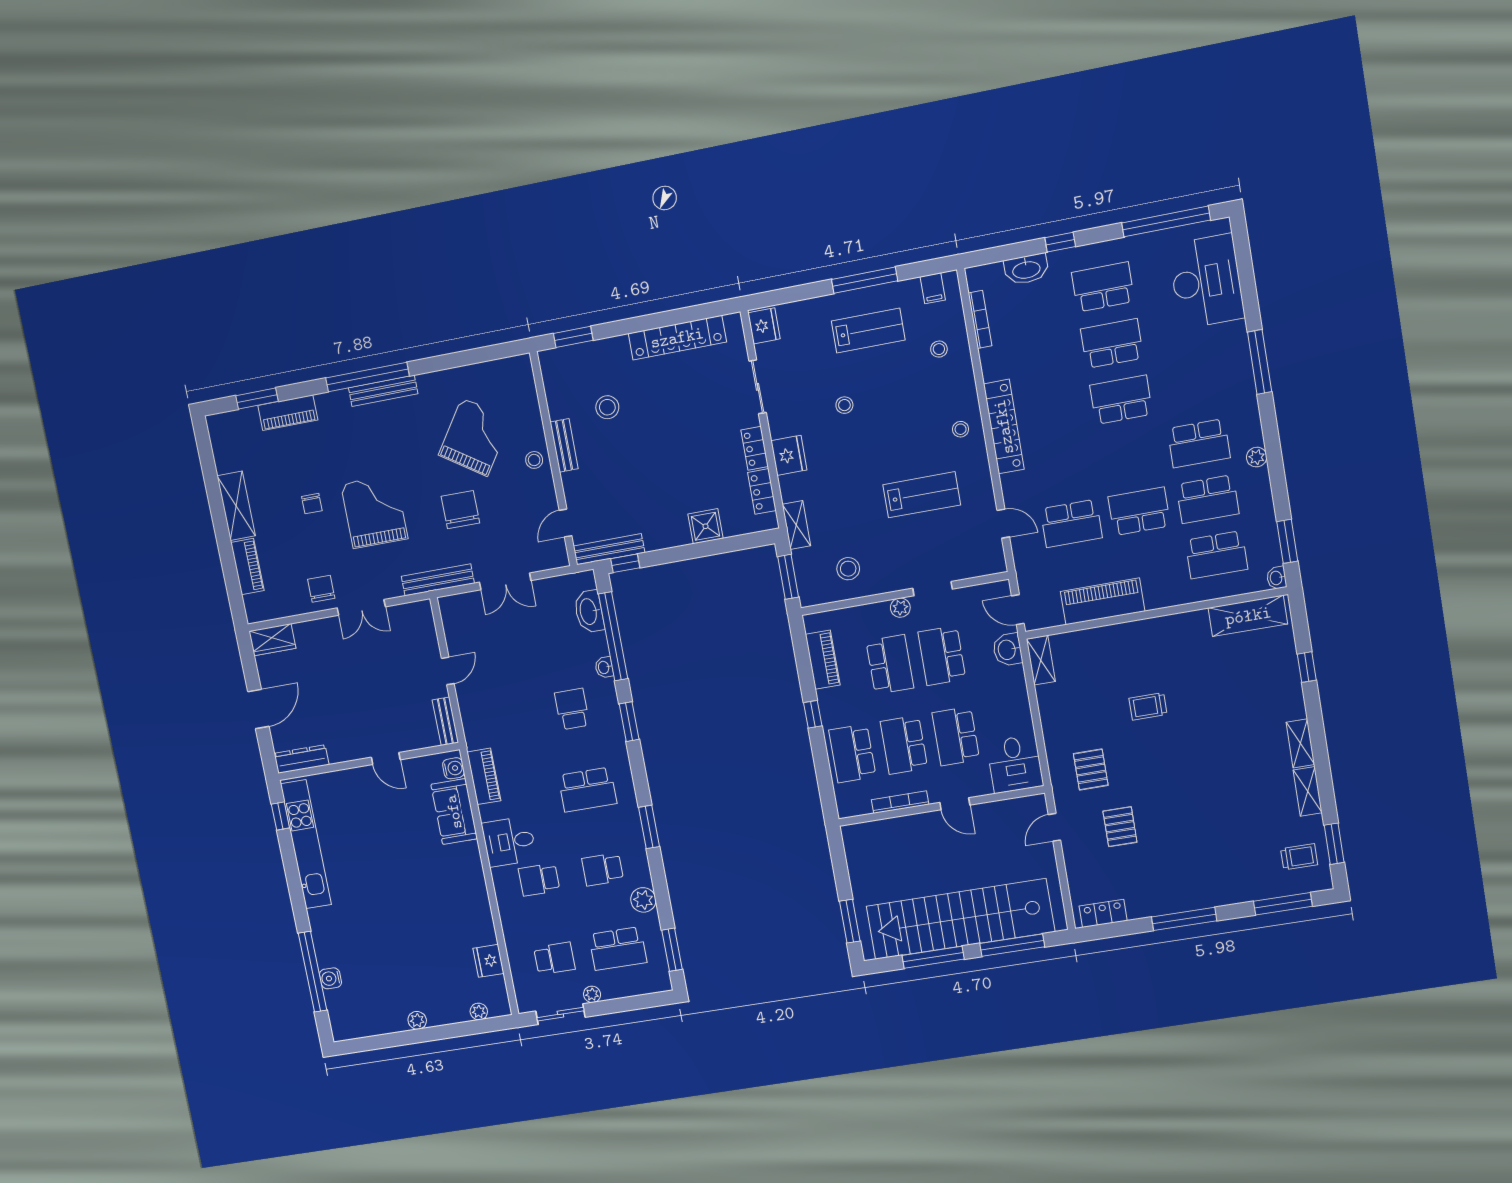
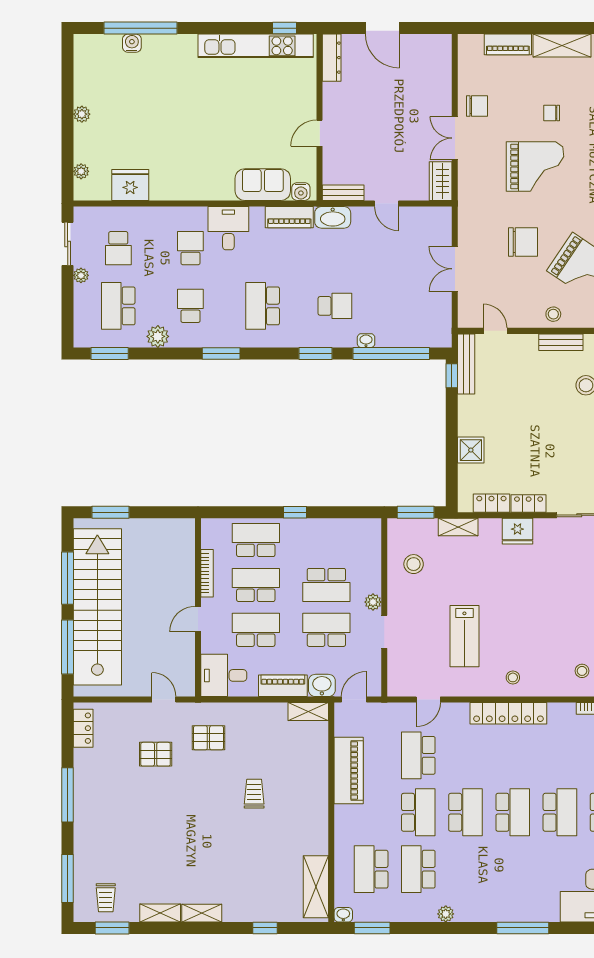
stool: (844, 405) -> (551, 585), removed
school desk: (1199, 443) -> (466, 812), moved, turned 180
bench: (438, 580) -> (467, 210), removed
washbasin: (589, 611) -> (333, 217), moved, turned 180
wardrobe: (272, 640) -> (441, 181), moved
piano: (823, 660) -> (283, 686), moved, turned 180
fridge: (488, 961) -> (130, 185), width x1.36, depth x1.34

